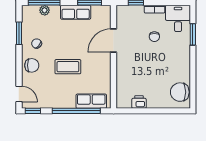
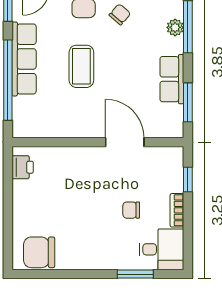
chair: (180, 92) -> (39, 252), turned -90
row of seats: (91, 101) -> (24, 59), moved, width x1.48
printer: (139, 102) -> (23, 167), moved

